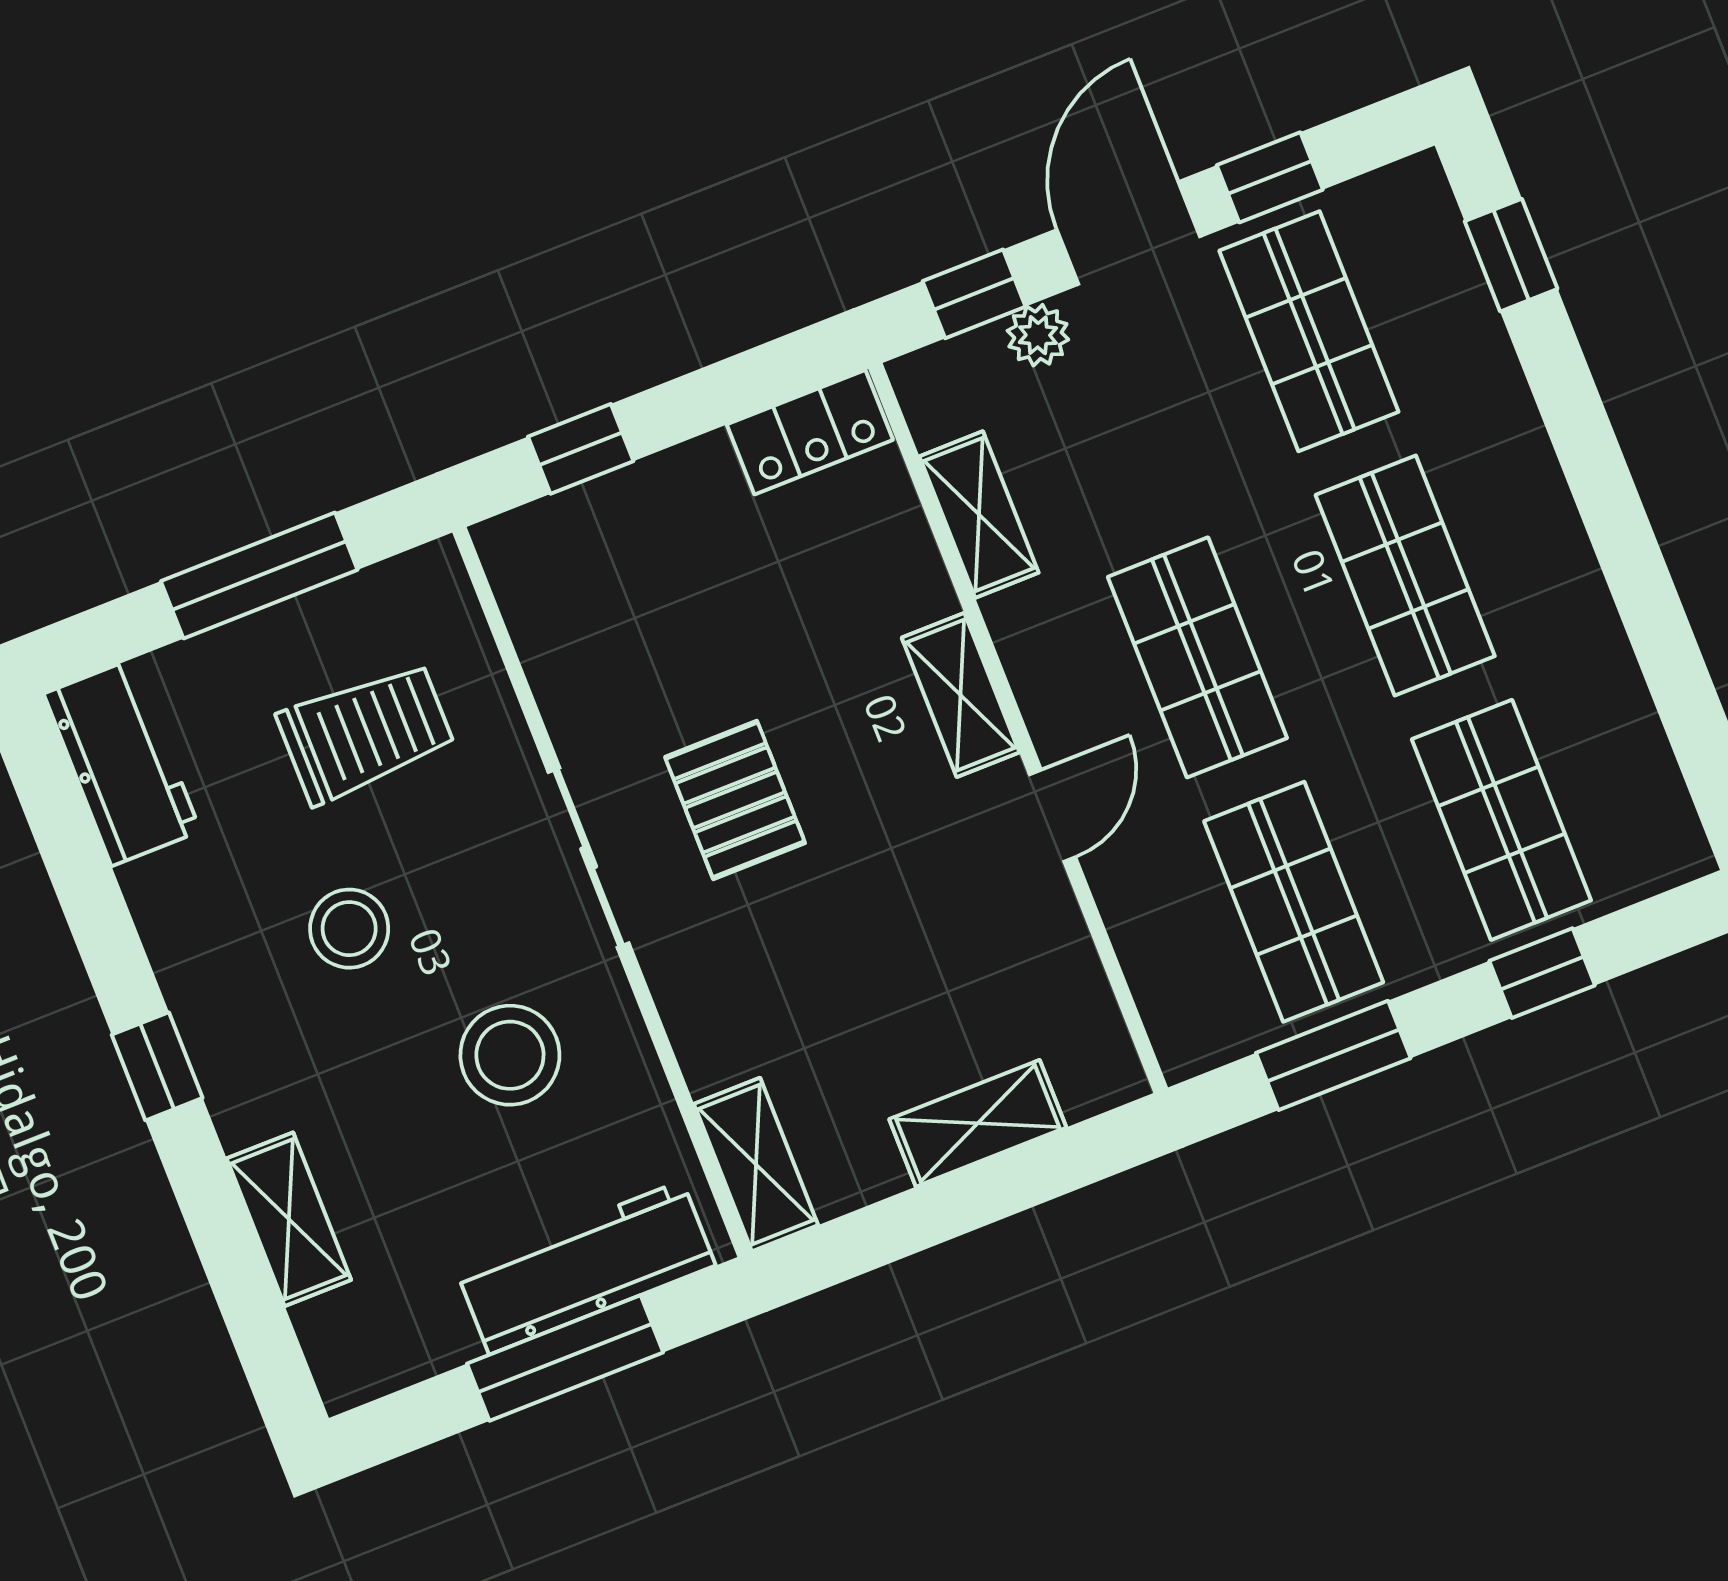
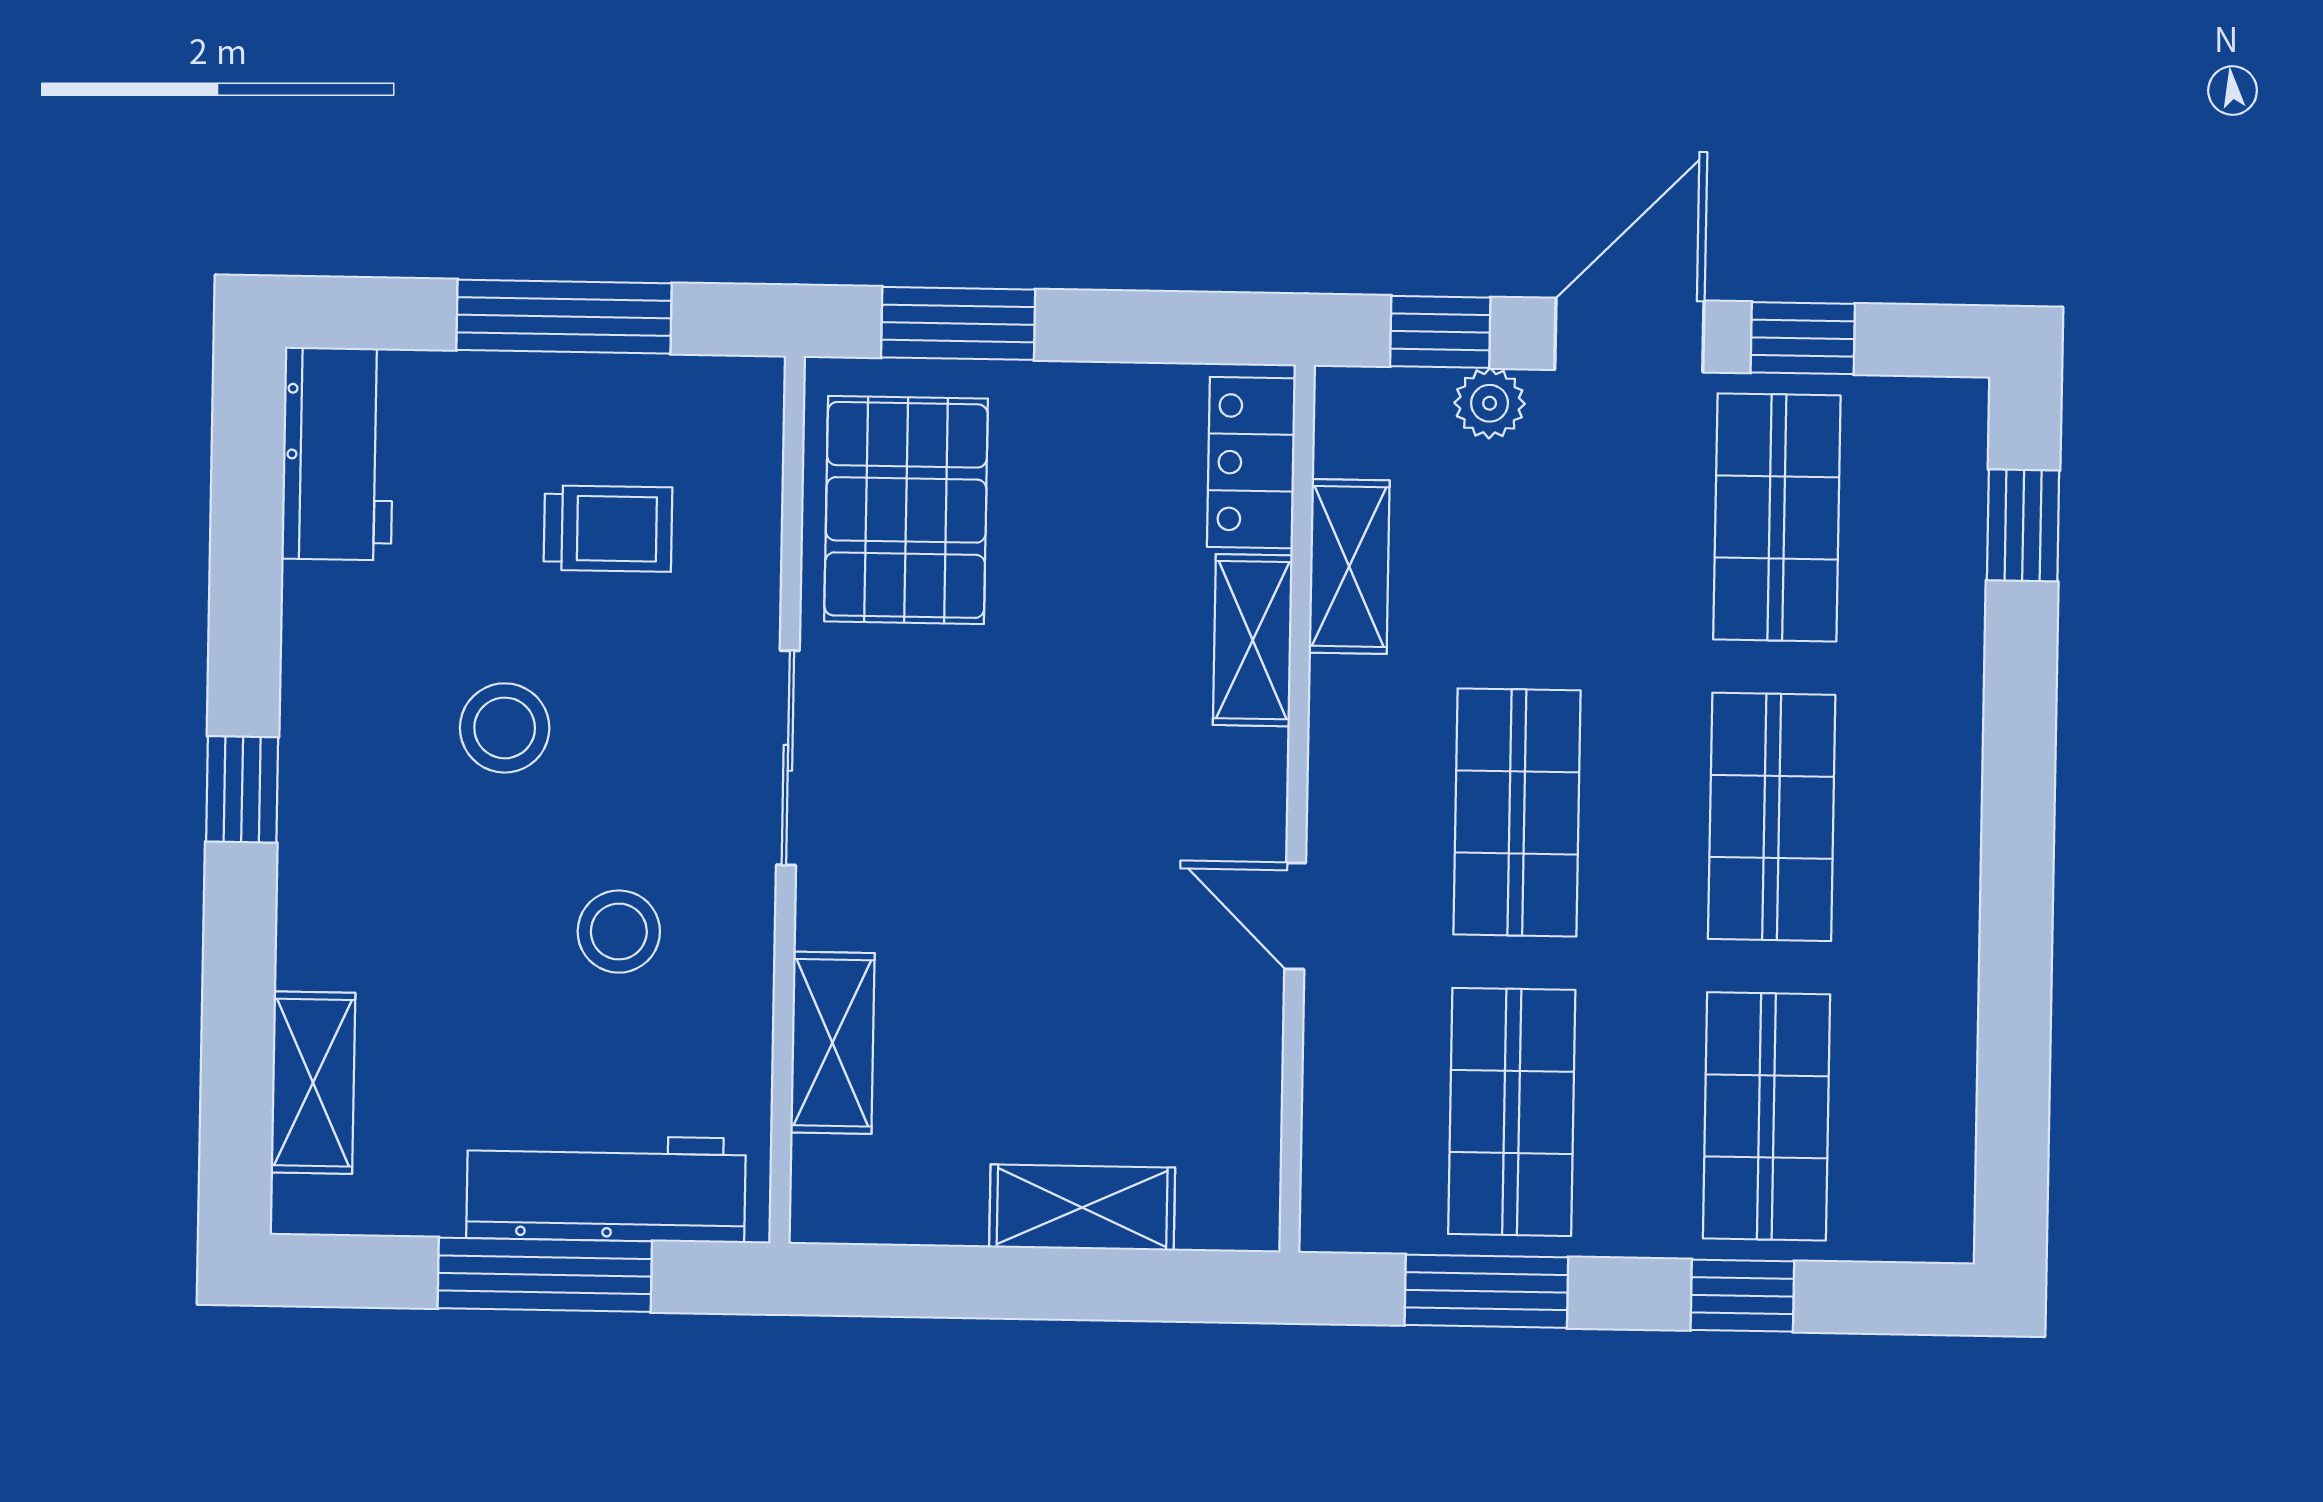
locker: (810, 432) -> (1251, 463), moved, turned 90
window: (581, 449) -> (958, 323), width x1.50
shelving: (961, 695) -> (1253, 640), moved
trolley: (366, 732) -> (608, 529), width x0.73, depth x0.72
pallet: (735, 800) -> (906, 510), moved, width x1.50, depth x1.42
door: (1053, 816) -> (1295, 916), swing flipped
stool: (510, 1055) -> (619, 932), width x0.73, depth x0.73
shelving: (756, 1165) -> (832, 1043), moved
shelving: (289, 1219) -> (313, 1083), moved

